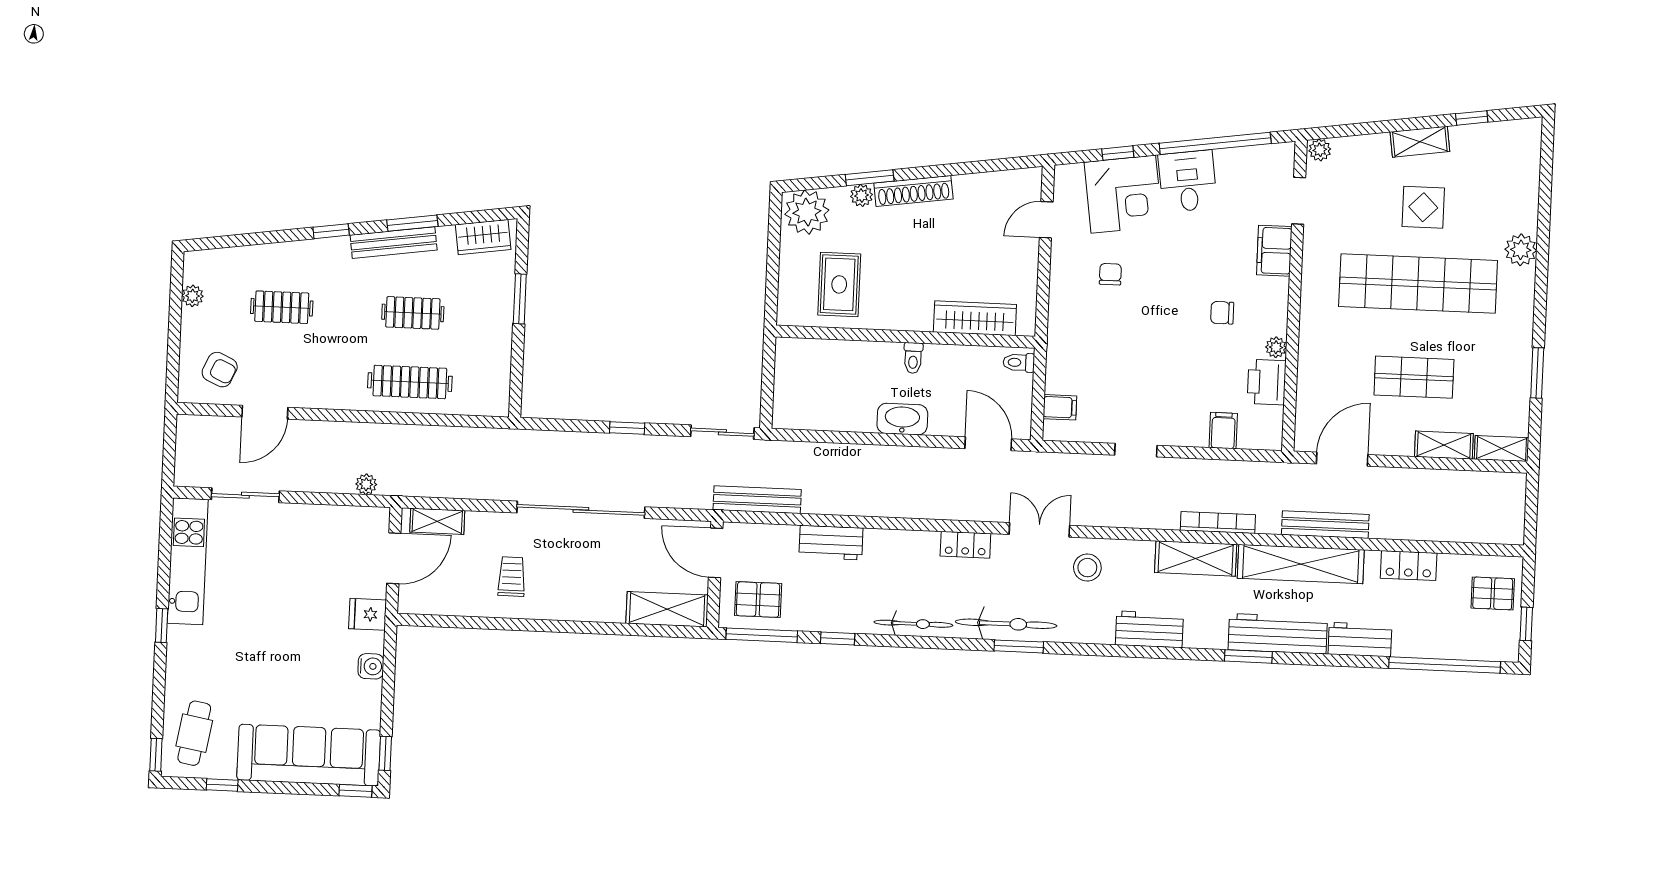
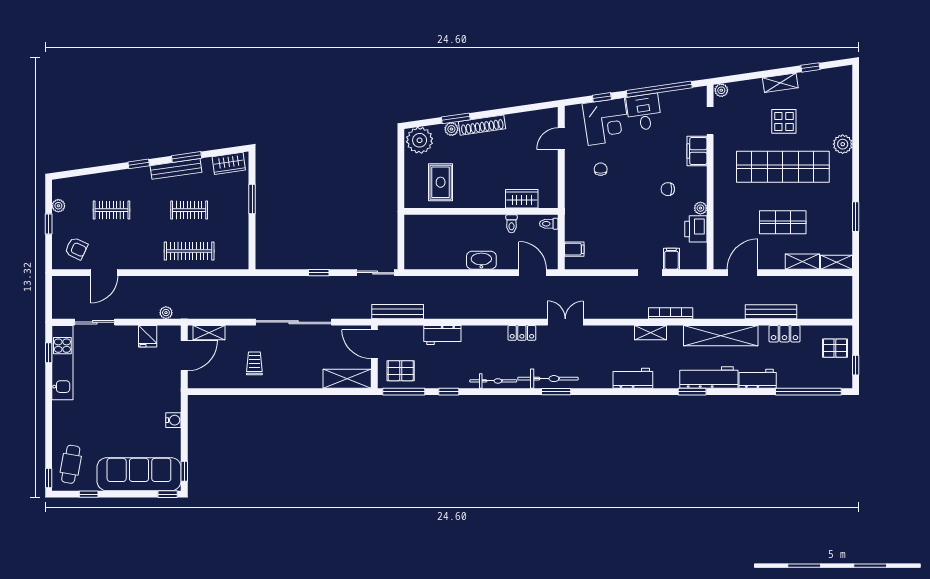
wardrobe: (975, 318) -> (522, 199), width x0.67
window: (175, 326) -> (49, 224), added
toilet: (913, 358) -> (512, 224), moved
doorway: (1136, 450) -> (650, 273), moved
bench: (1325, 525) -> (771, 312), moved
shelving: (1196, 558) -> (650, 333), width x0.67, depth x0.75
stool: (1087, 568) -> (595, 343), removed
fridge: (368, 614) -> (148, 336), moved, turned -90
window: (162, 626) -> (49, 353), moved

